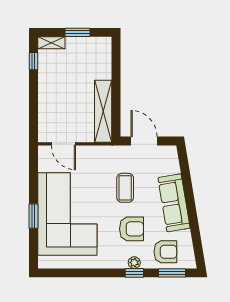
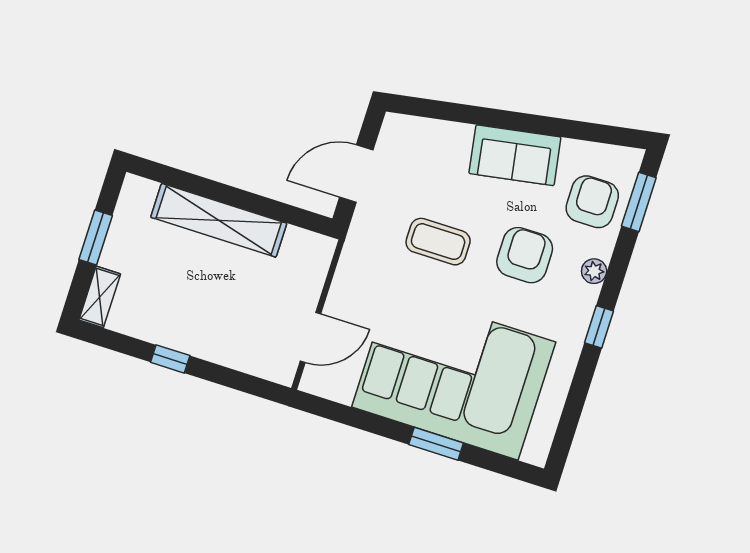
window: (33, 61) -> (170, 359), moved
shelving: (103, 111) -> (219, 220), moved
sofa: (174, 203) -> (515, 155), width x0.73
window: (134, 273) -> (599, 327), moved

